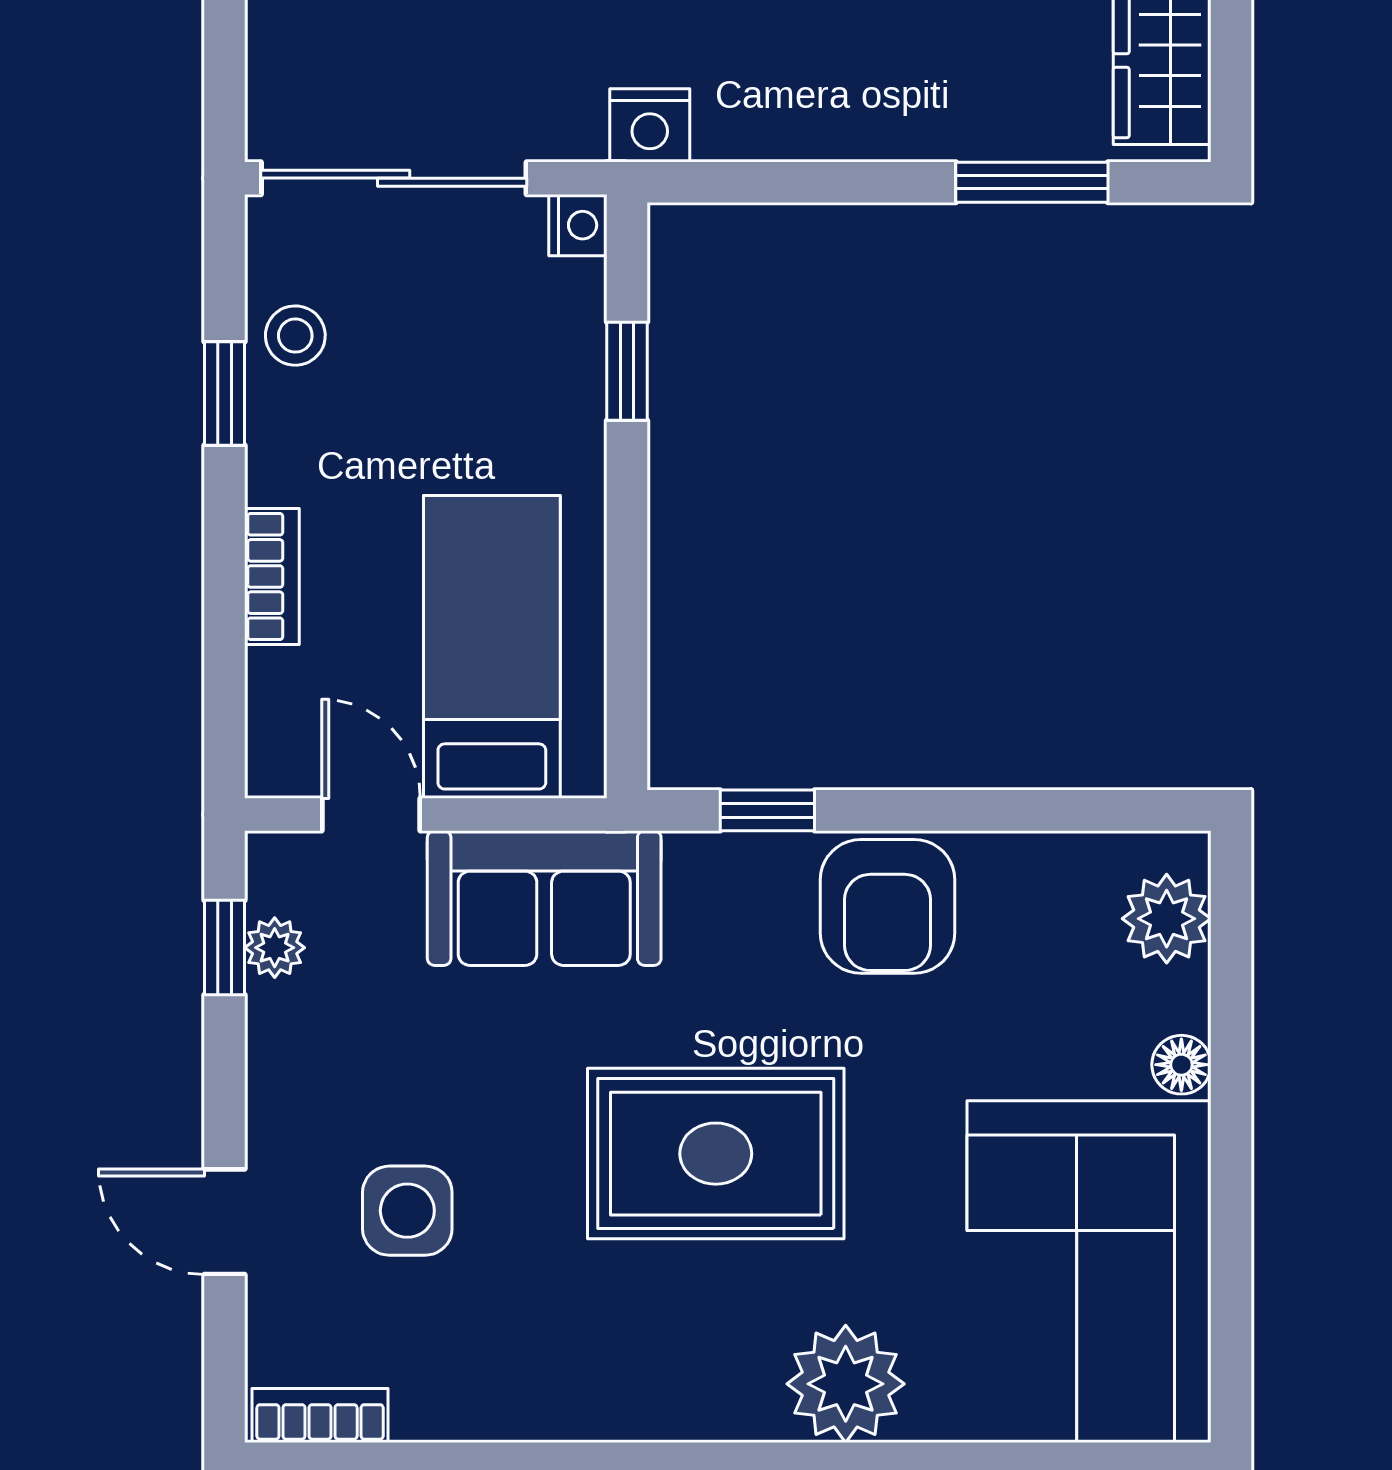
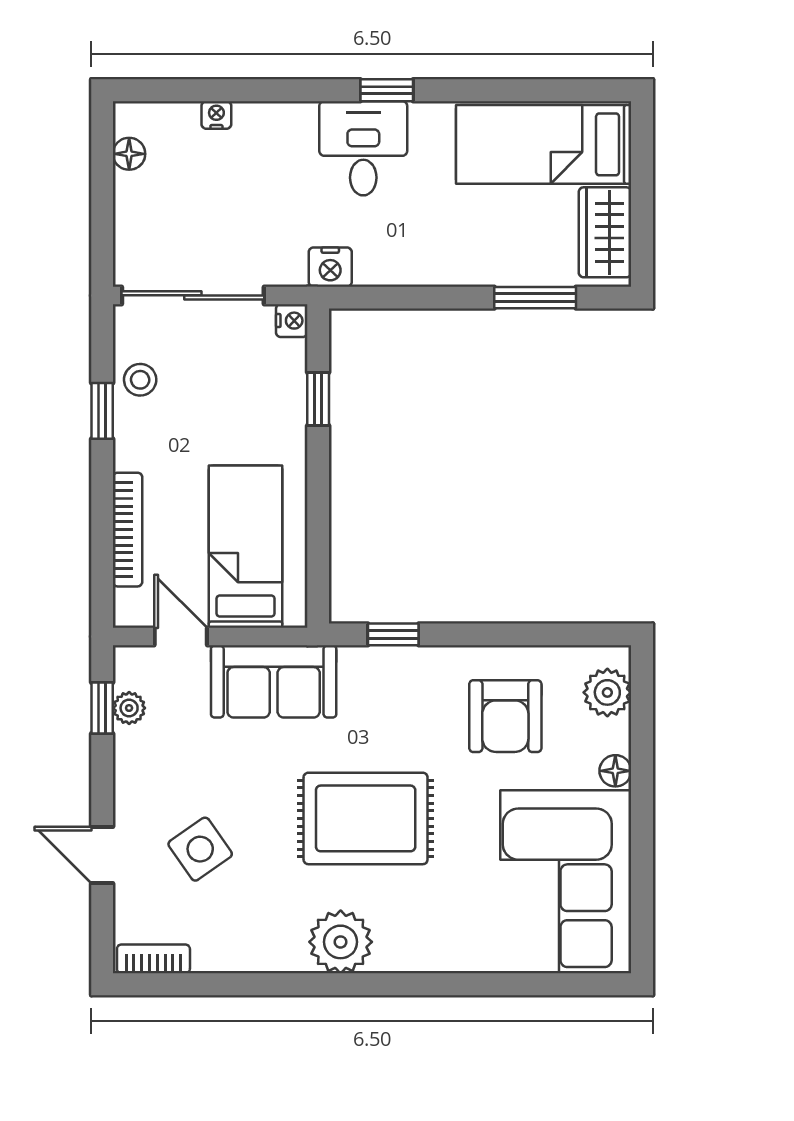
bookcase: (272, 577) -> (128, 530), width x1.56
armchair: (888, 906) -> (505, 716), moved
side table: (407, 1211) -> (200, 849), turned -35
plant: (846, 1384) -> (341, 942), moved

